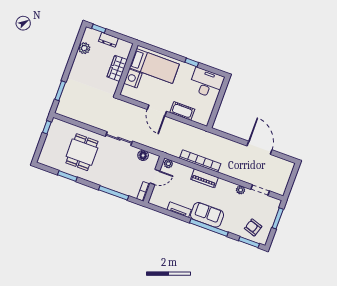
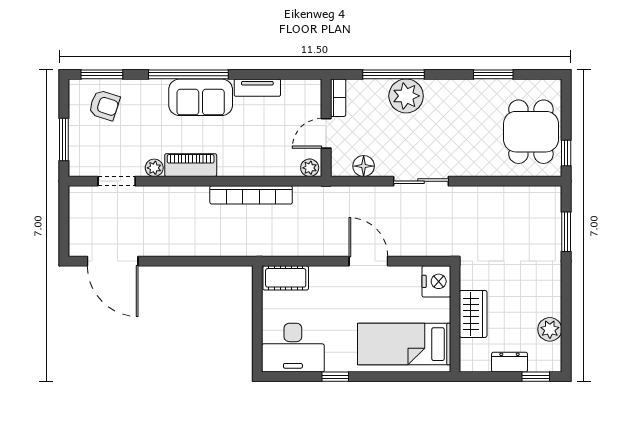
nightstand: (133, 78) -> (436, 281), moved
cot: (182, 111) -> (286, 278), moved
door: (259, 148) -> (113, 261), moved
dining table: (82, 152) -> (531, 132), moved
piano: (204, 178) -> (191, 165), moved
plant: (112, 181) -> (406, 96), added

